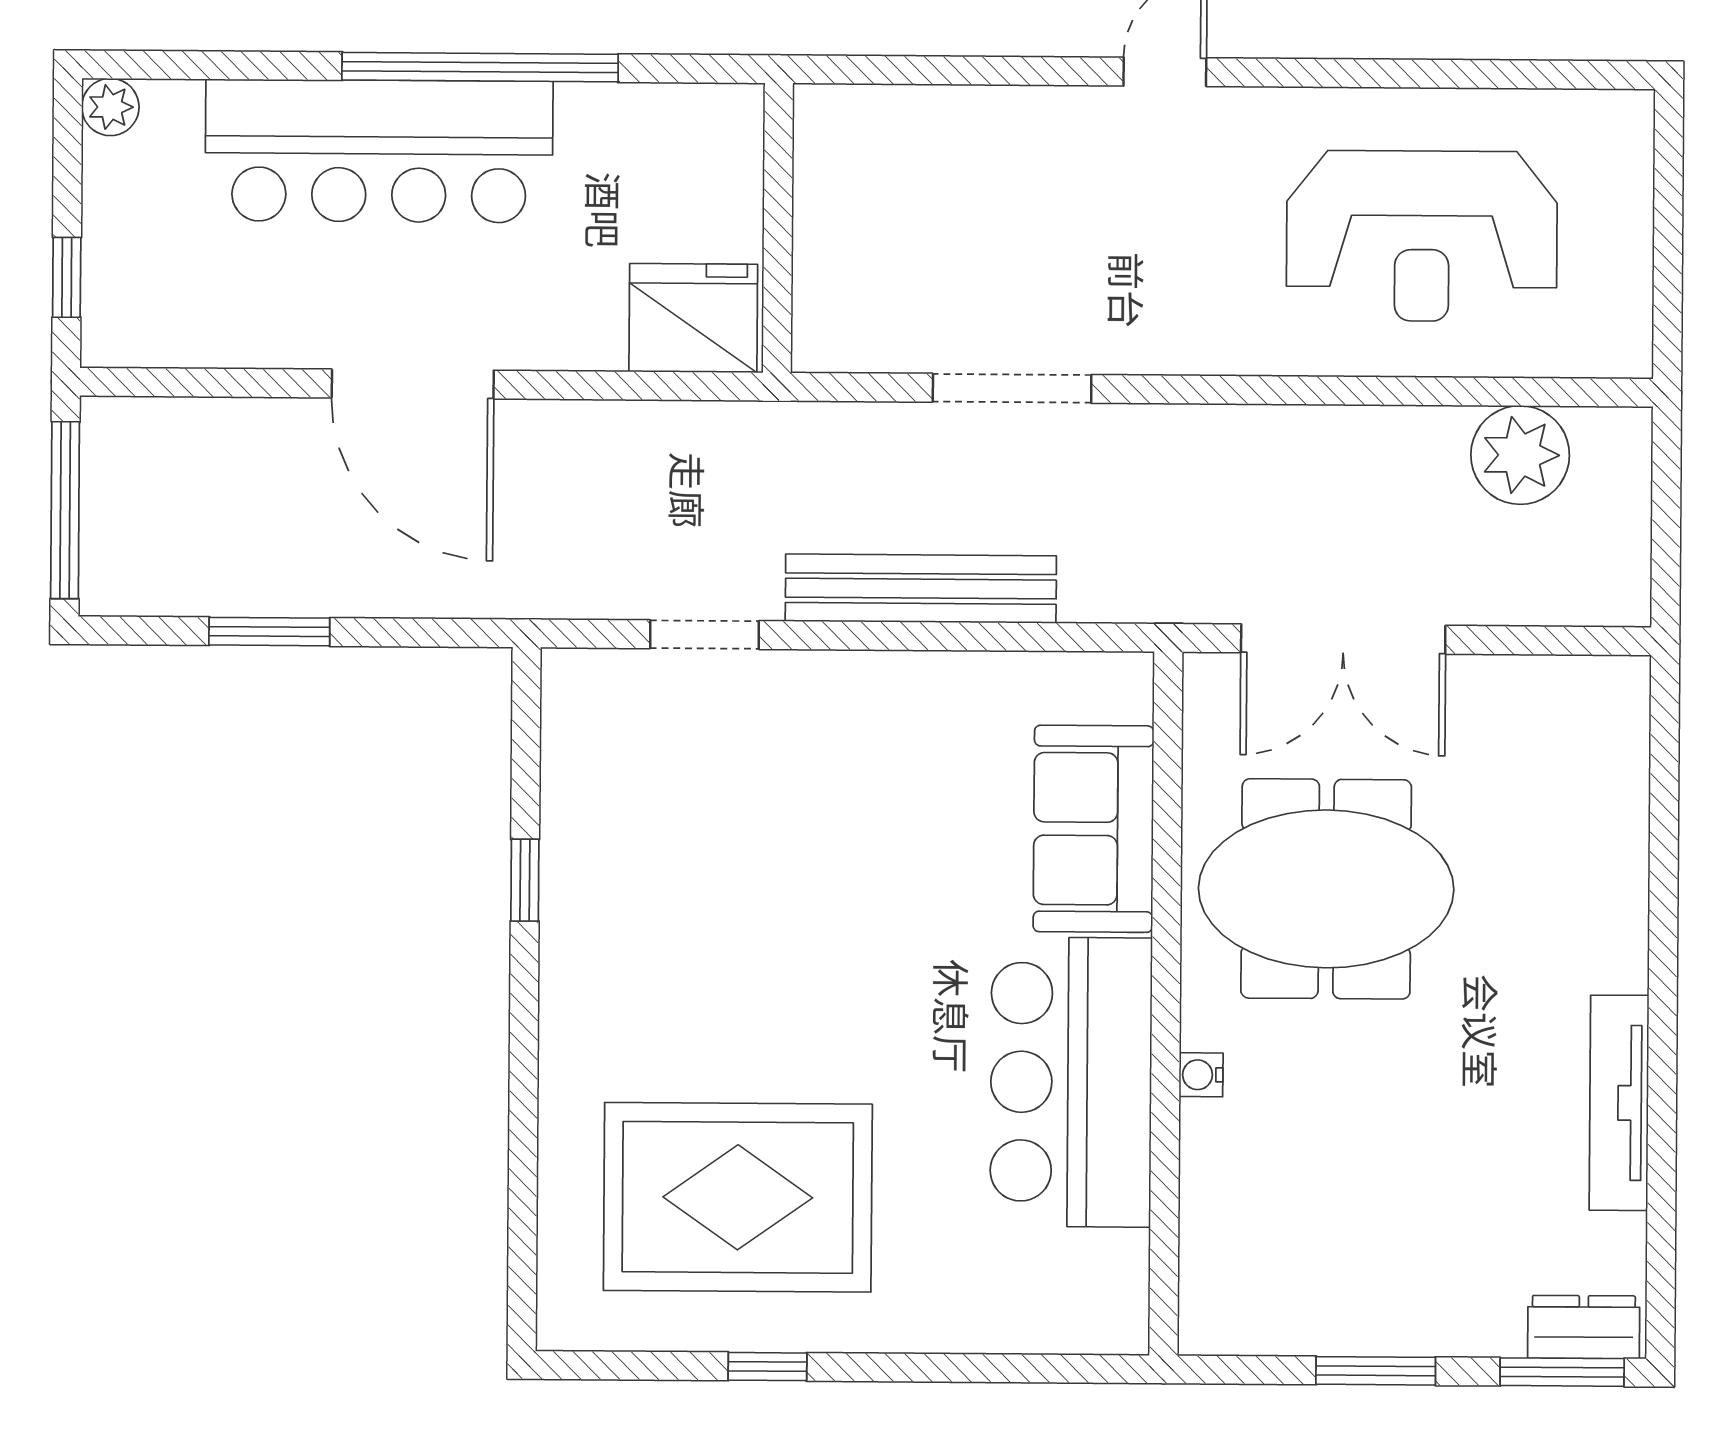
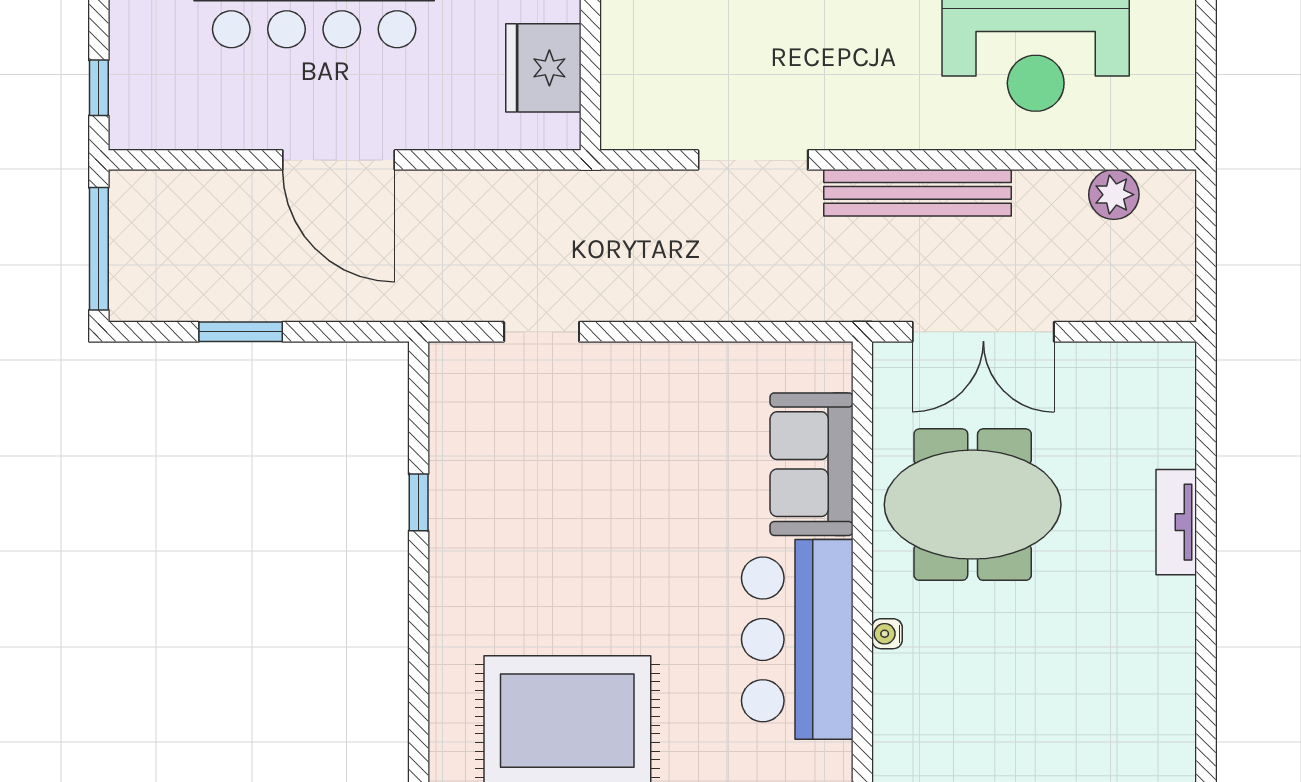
fridge: (693, 318) -> (543, 68), moved, turned -90
plant: (1520, 455) -> (1114, 195), width x0.73, depth x0.73
bench: (921, 589) -> (918, 193), moved
tv unit: (1619, 1103) -> (1176, 522), moved, width x0.71

